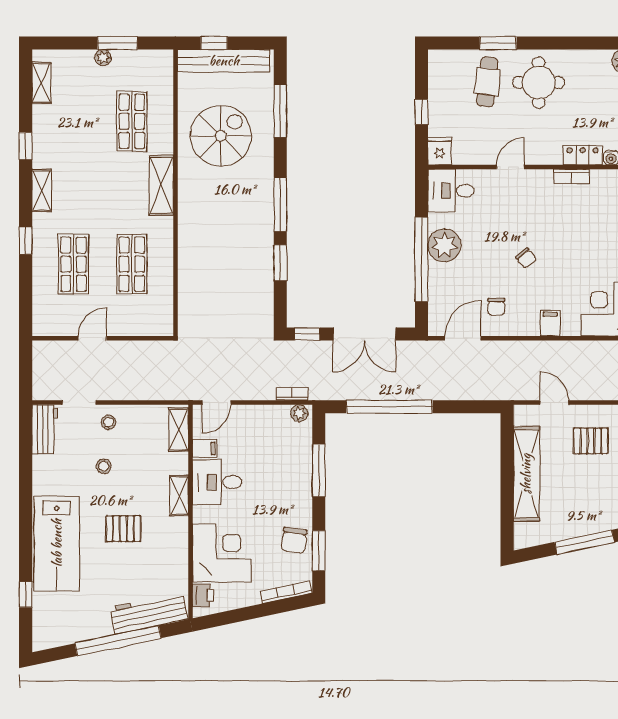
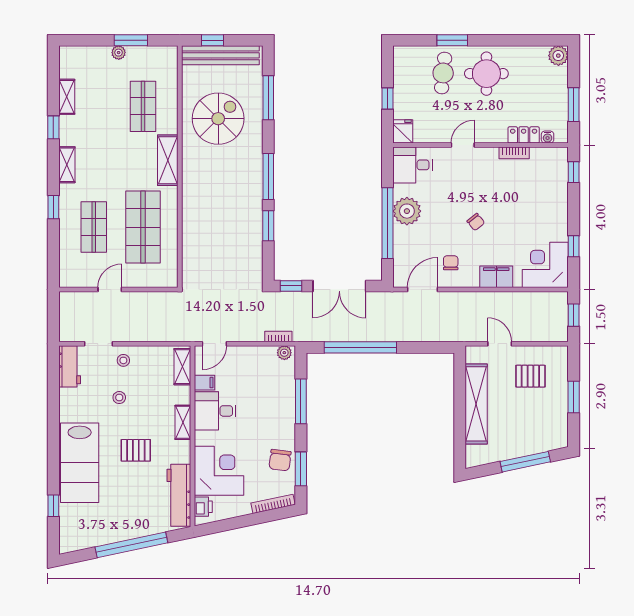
shelving: (41, 83) -> (67, 97), moved
shop shelf: (132, 264) -> (143, 227), width x1.43, depth x1.36
chair: (496, 307) -> (451, 263), turned 180
filing cabinet: (550, 323) -> (496, 277), width x2.00
workbench: (149, 613) -> (179, 495), moved, turned -78

